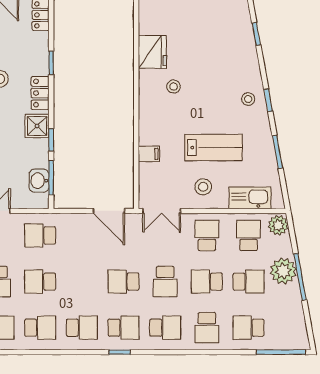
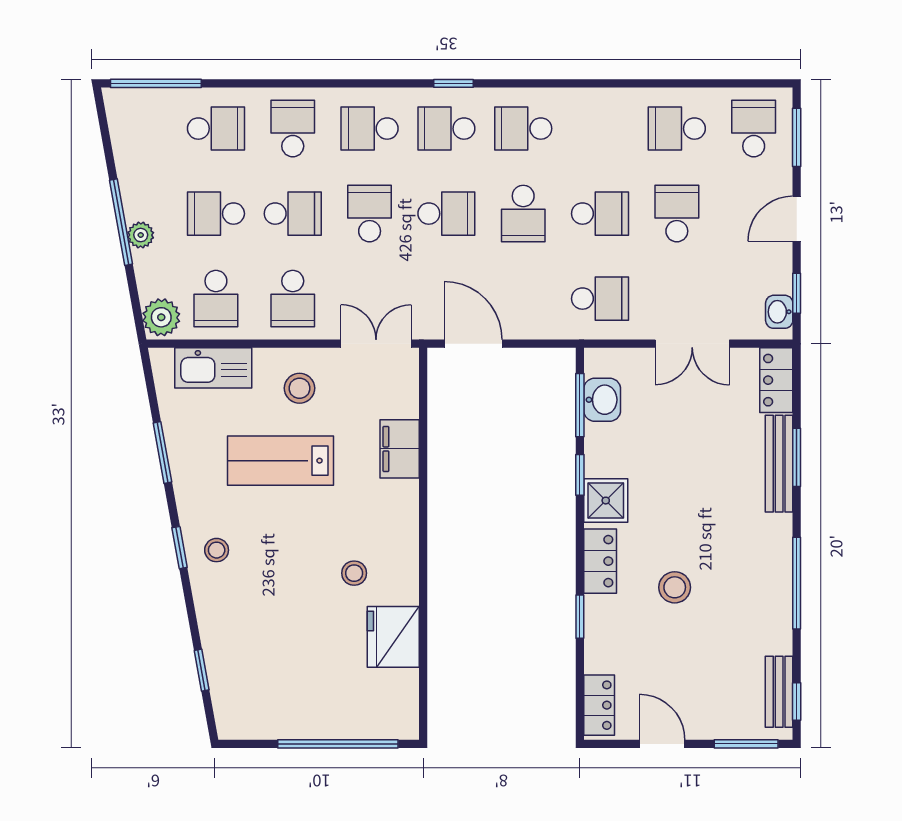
filing cabinet: (149, 154) -> (400, 449), width x2.00
plant: (283, 271) -> (141, 235), width x0.53, depth x0.53
school desk: (40, 328) -> (523, 214), moved, turned -90

